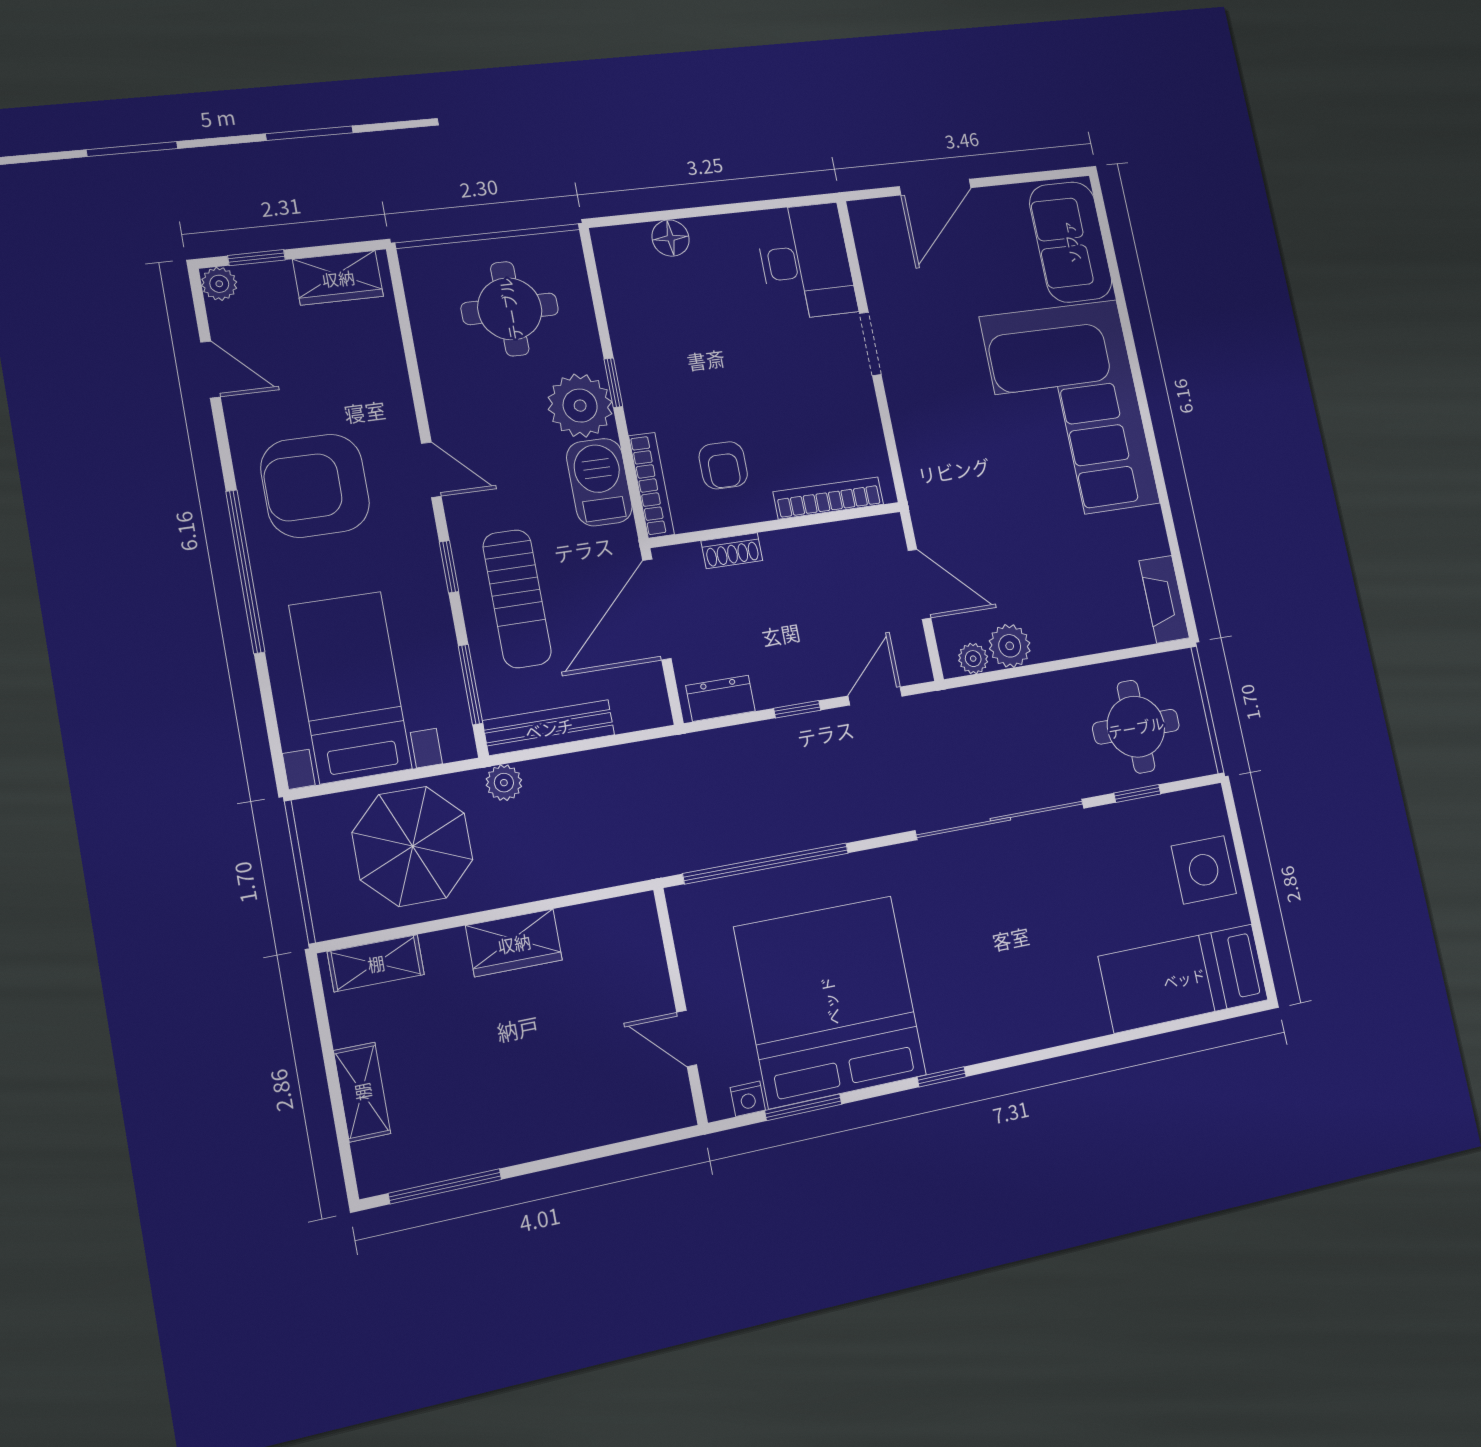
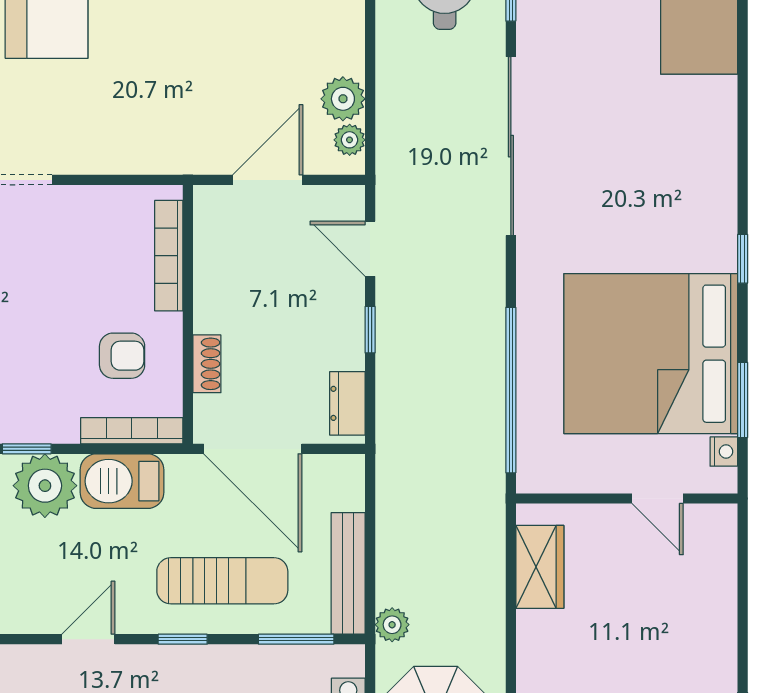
wardrobe: (514, 943) -> (540, 567), moved
door: (687, 1039) -> (658, 498), hinge flipped

